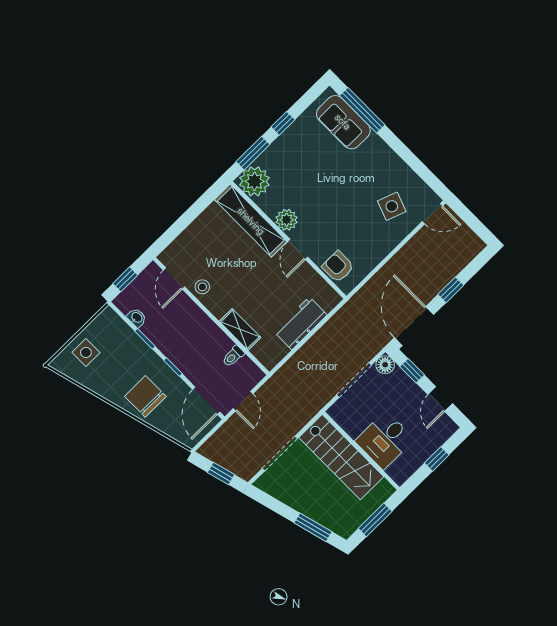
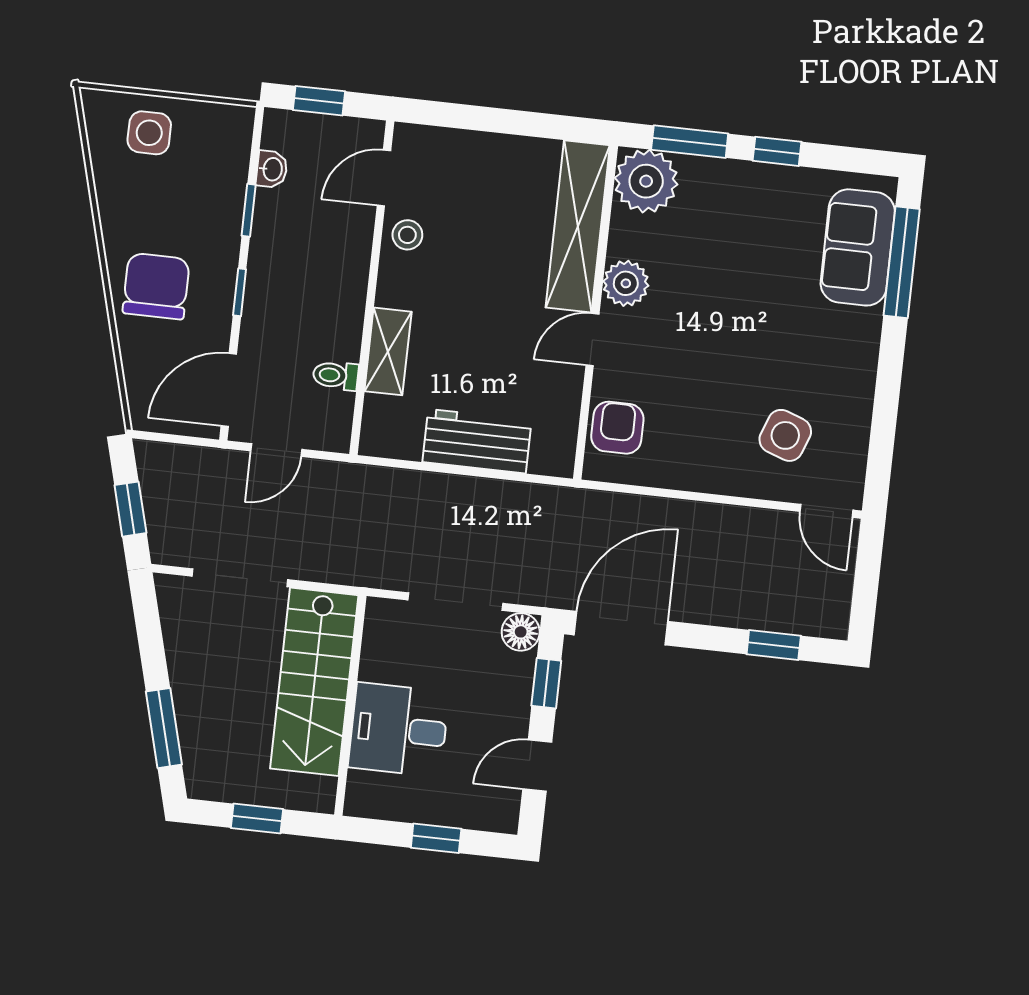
window: (451, 290) -> (774, 645), moved
window: (375, 520) -> (257, 819), width x0.67

